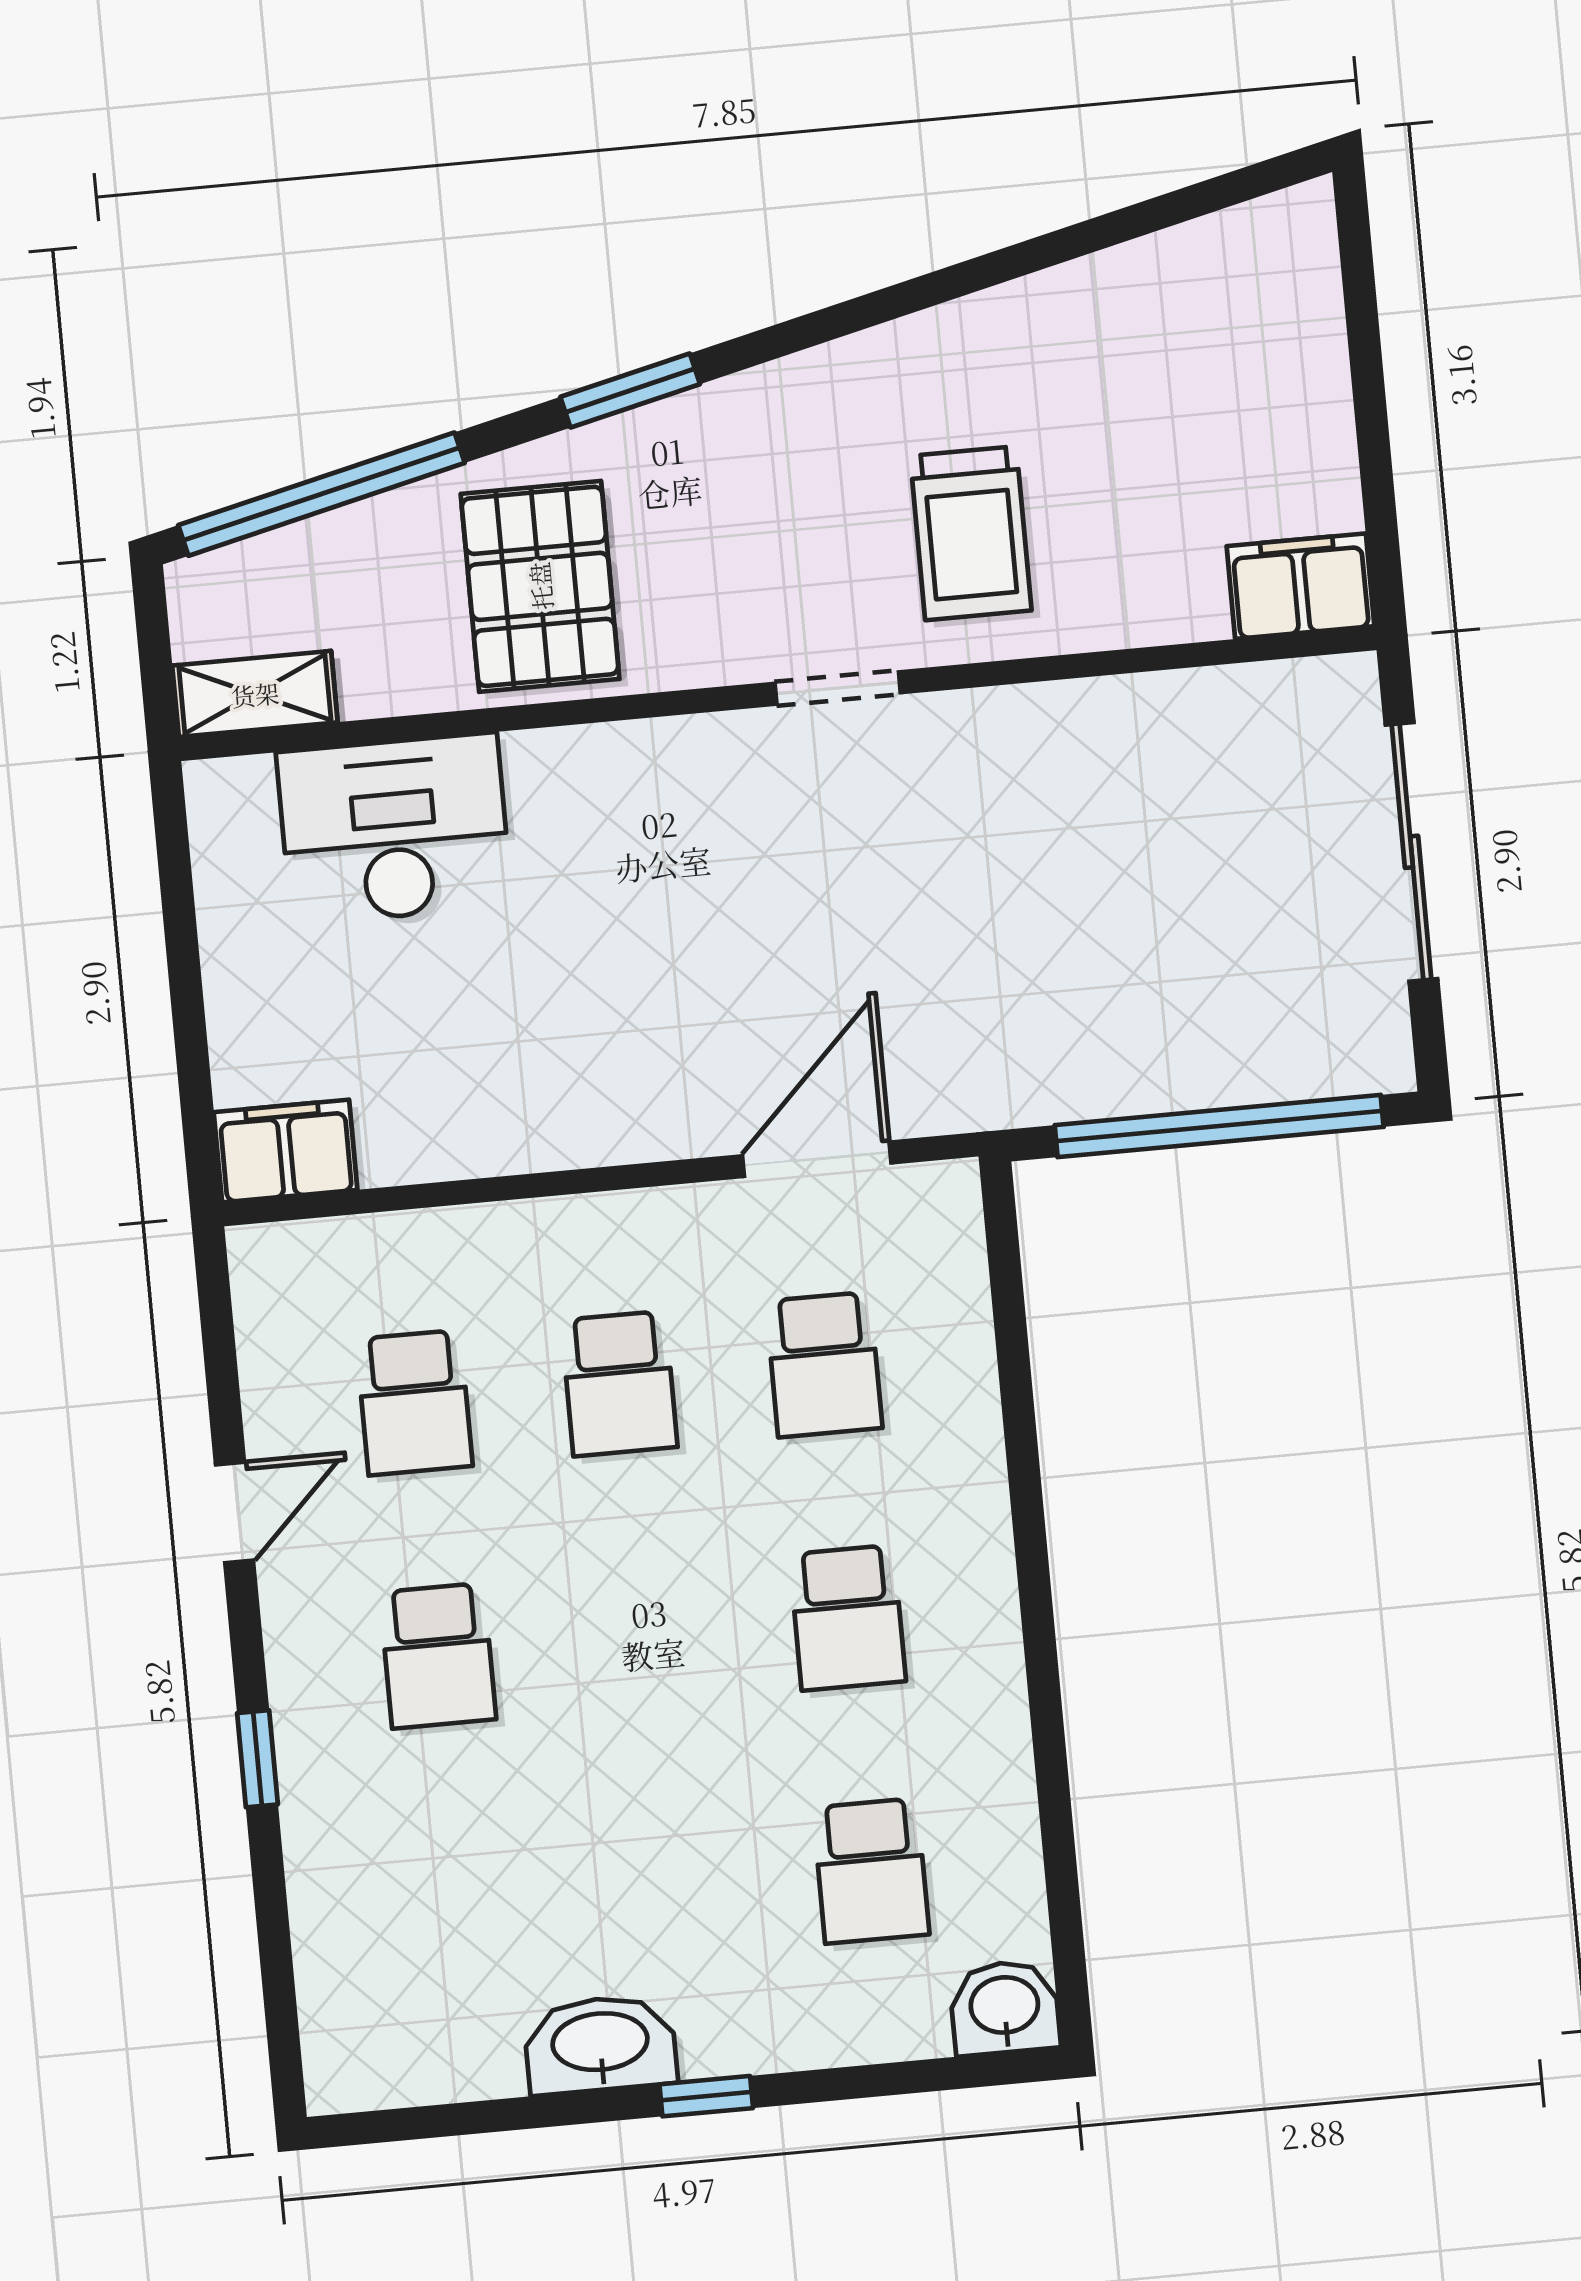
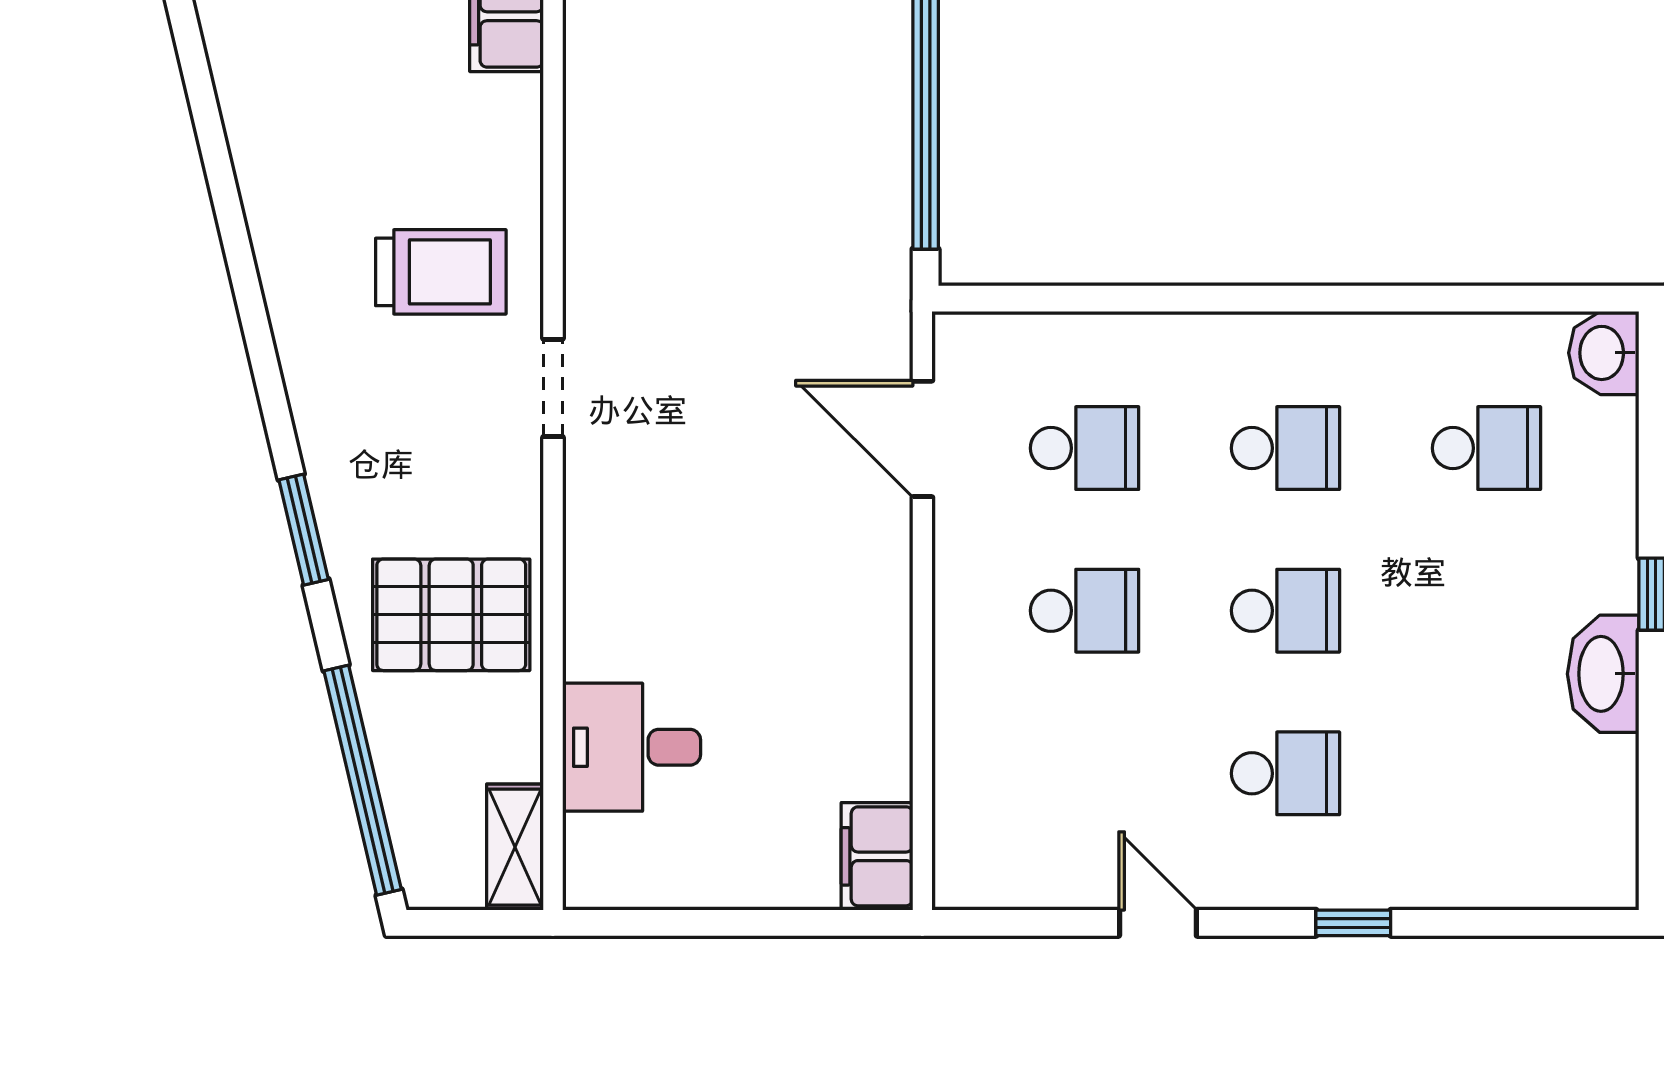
desk: (394, 829) -> (632, 747), width x0.73
school desk: (414, 1403) -> (1285, 611), moved

